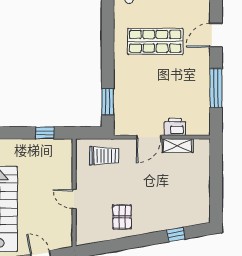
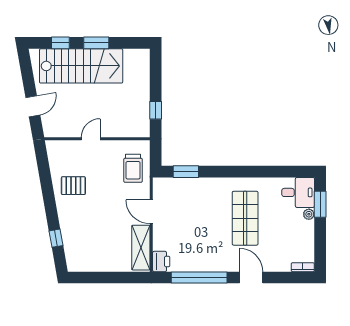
window: (216, 88) -> (199, 278), width x1.46
printer: (175, 127) -> (161, 261), moved
shelving: (178, 146) -> (141, 248), width x1.50, depth x1.33

